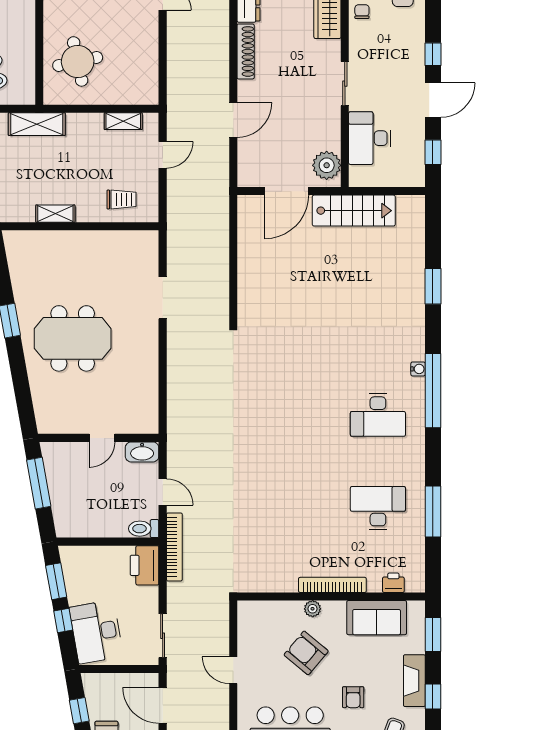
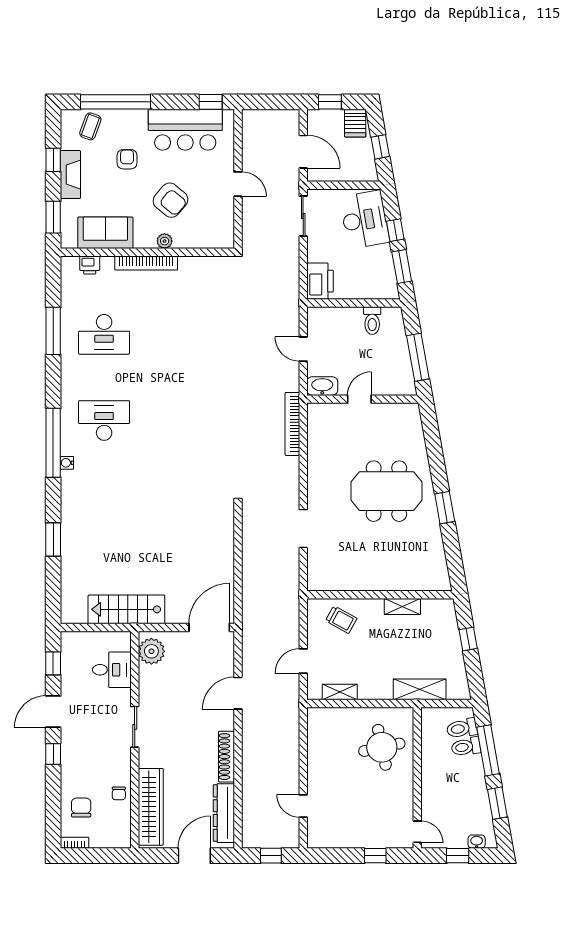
desk: (369, 138) -> (112, 670), width x0.73
door: (287, 191) -> (209, 627), moved
trolley: (122, 199) -> (341, 620), turned -151
toilet: (144, 529) -> (372, 321), moved, turned 90
bookcase: (174, 547) -> (292, 424), moved

